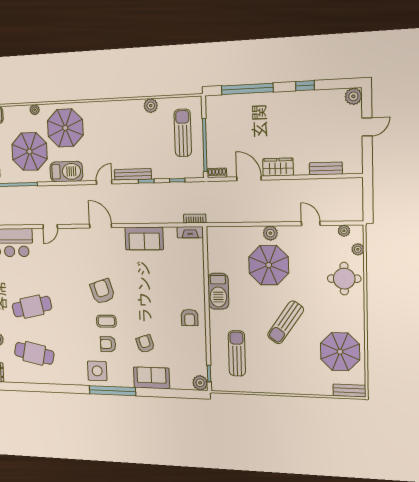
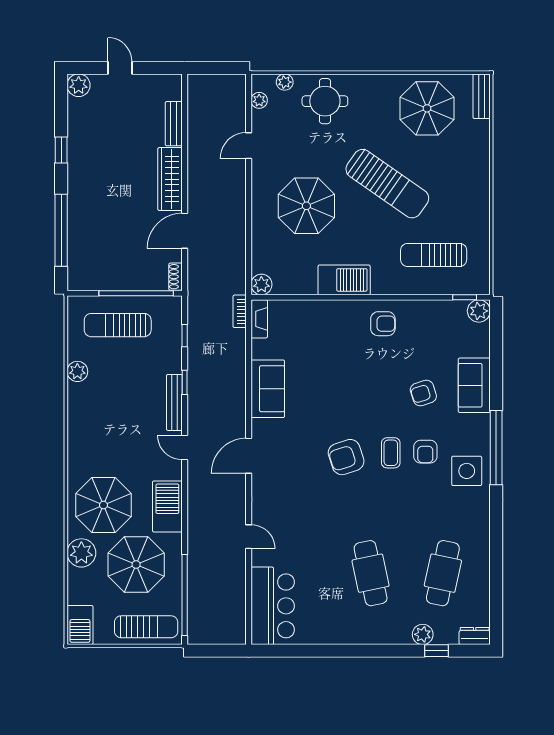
plant: (35, 110) -> (81, 553), width x1.88, depth x1.88
wardrobe: (278, 167) -> (170, 179), width x1.50
plant: (270, 233) -> (261, 284), moved
sun lounger: (286, 322) -> (387, 184), width x1.36, depth x1.34

